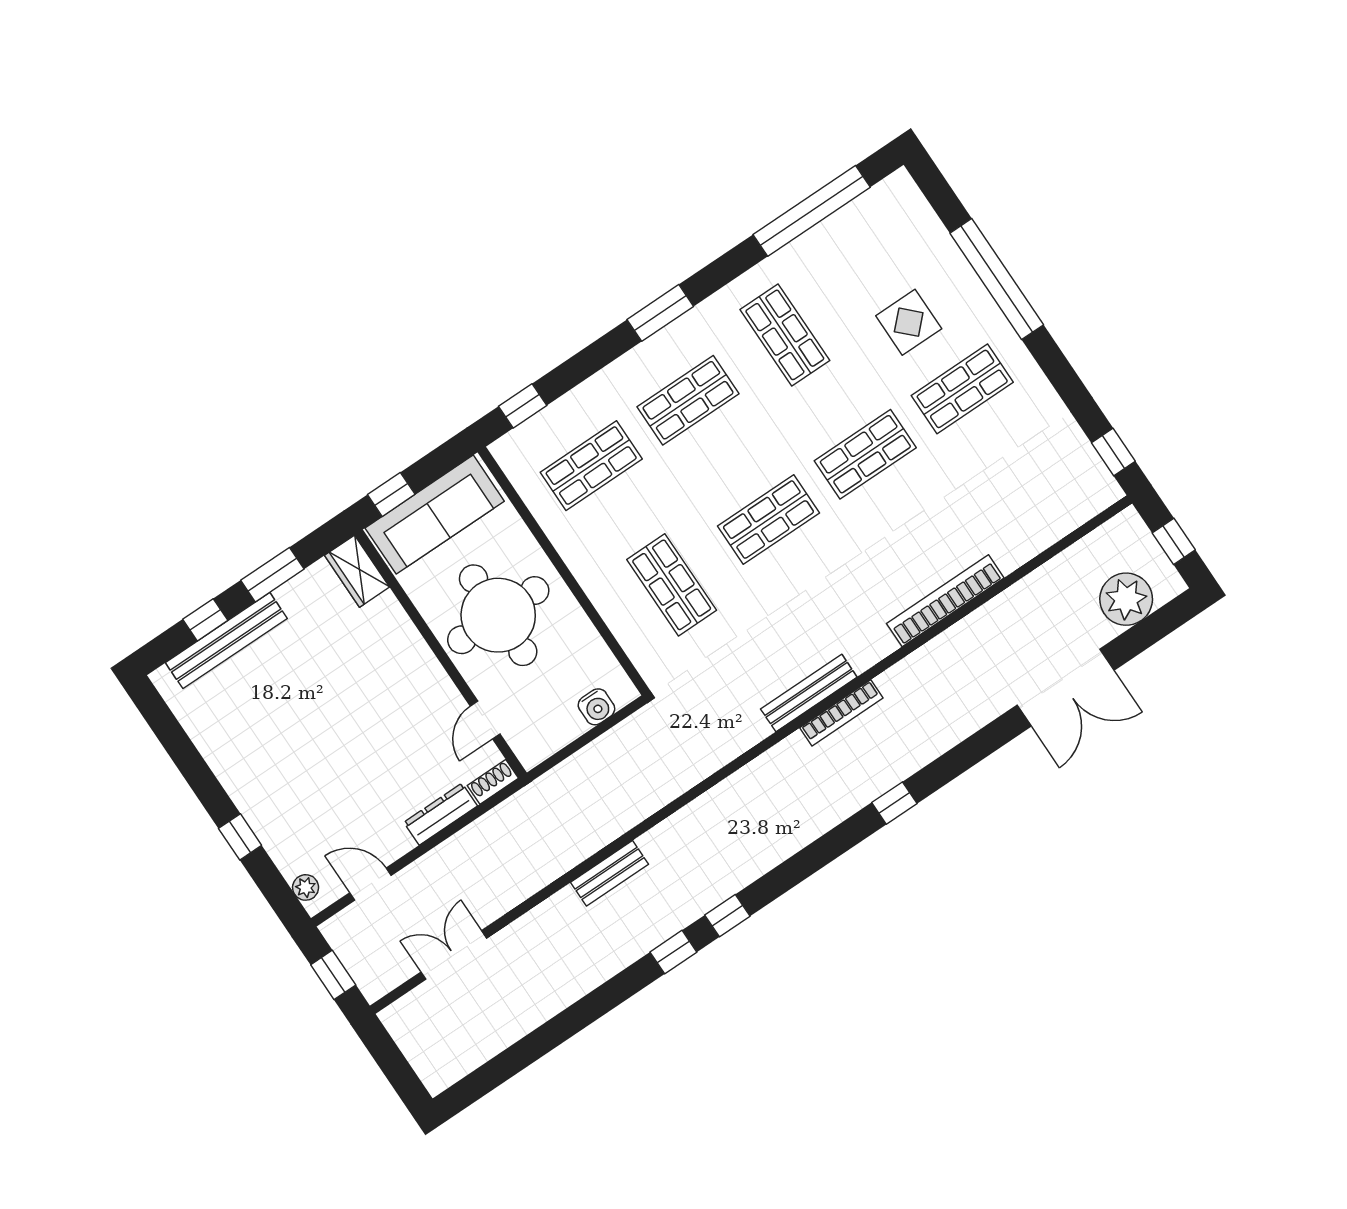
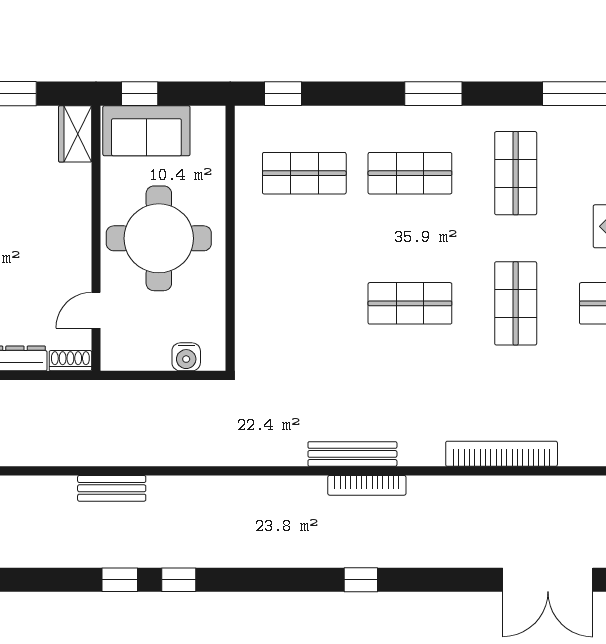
shop shelf: (865, 454) -> (516, 303), turned 90
sofa: (435, 515) -> (146, 131), width x0.73
shop shelf: (672, 585) -> (304, 303), removed

